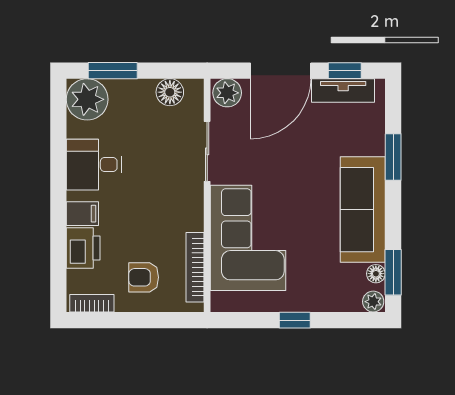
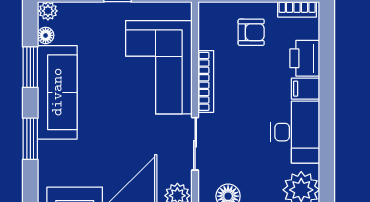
desk: (94, 165) -> (295, 132), width x1.37
bookcase: (195, 267) -> (206, 81), moved
window: (393, 272) -> (30, 67), moved

